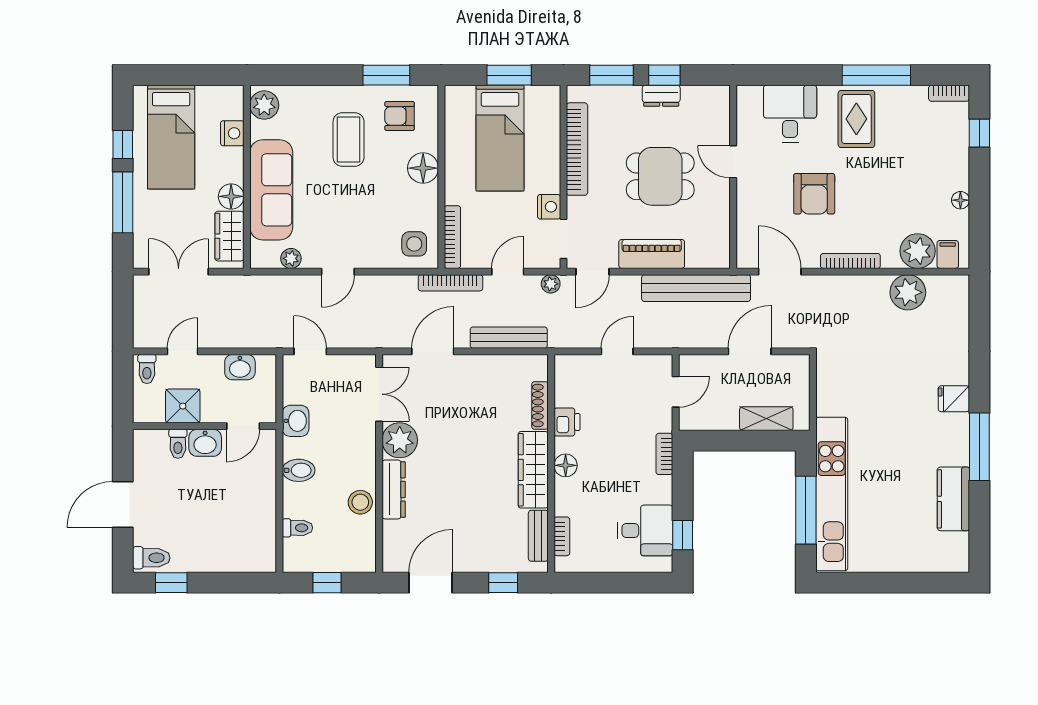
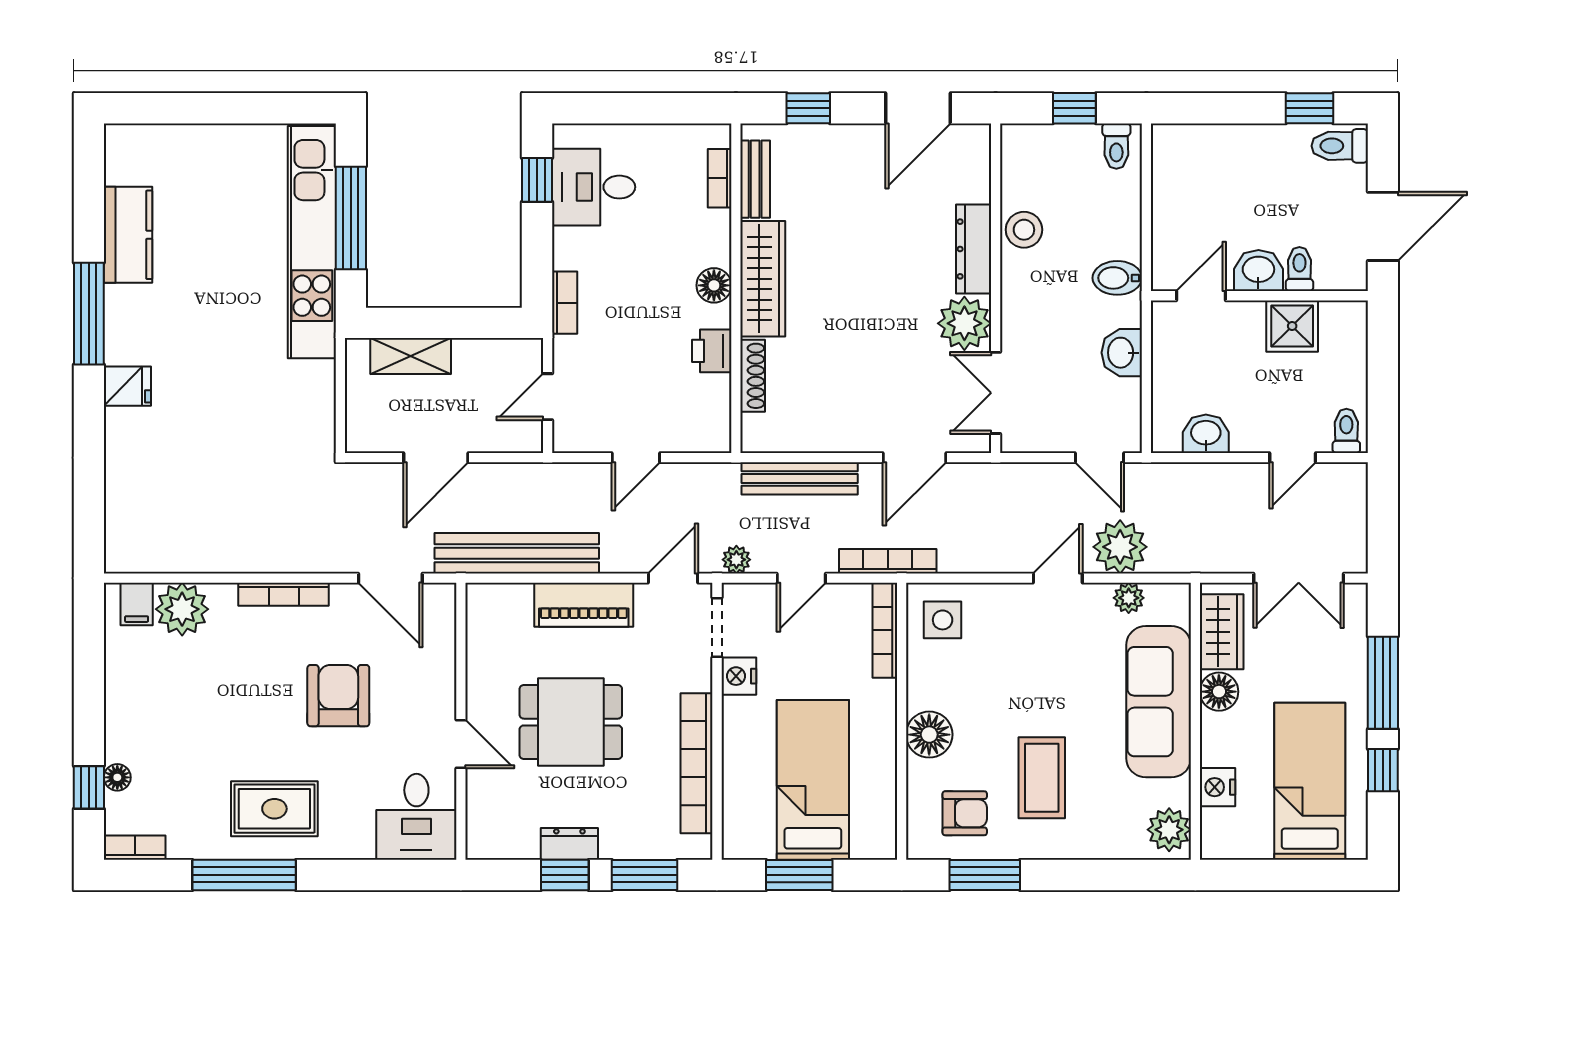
desk: (790, 114) -> (416, 817), moved
rug: (856, 119) -> (274, 809), turned 90
floor lamp: (960, 200) -> (117, 777), moved
plant: (908, 292) -> (1120, 547), moved
shower: (183, 406) -> (1292, 326), moved
wall: (205, 426) -> (1259, 296), moved
door: (243, 426) -> (1201, 296), moved
washbasin: (205, 443) -> (1258, 271), moved
toilet: (178, 444) -> (1299, 269), moved
toilet: (297, 528) -> (1116, 146), moved, turned -90

